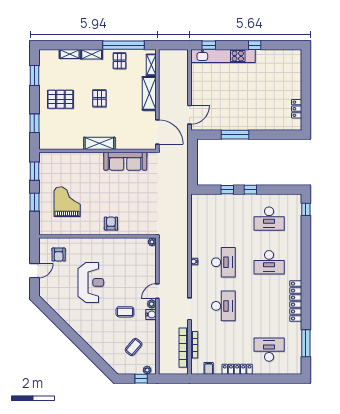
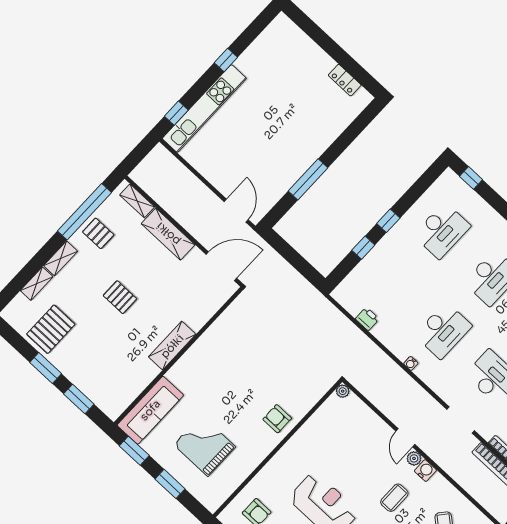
window: (34, 76) -> (46, 368), moved
pallet: (60, 99) -> (51, 329), moved
sofa: (125, 161) -> (150, 410), moved
printer: (196, 222) -> (367, 319), added
desk: (223, 262) -> (443, 330), turned 90

